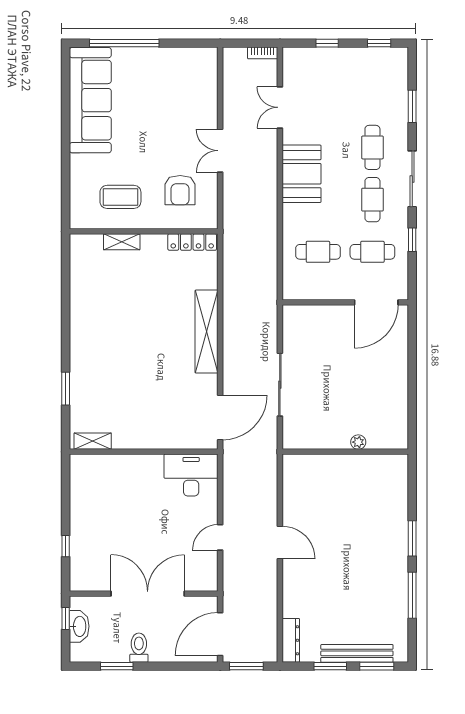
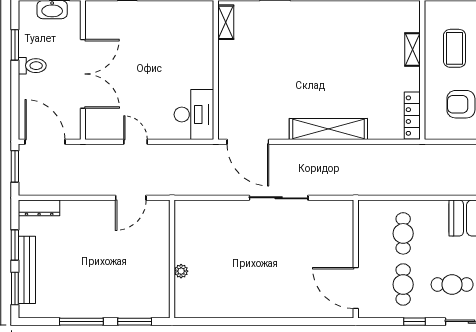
plant: (358, 442) -> (181, 271), moved
wall: (345, 452) -> (172, 259), moved

